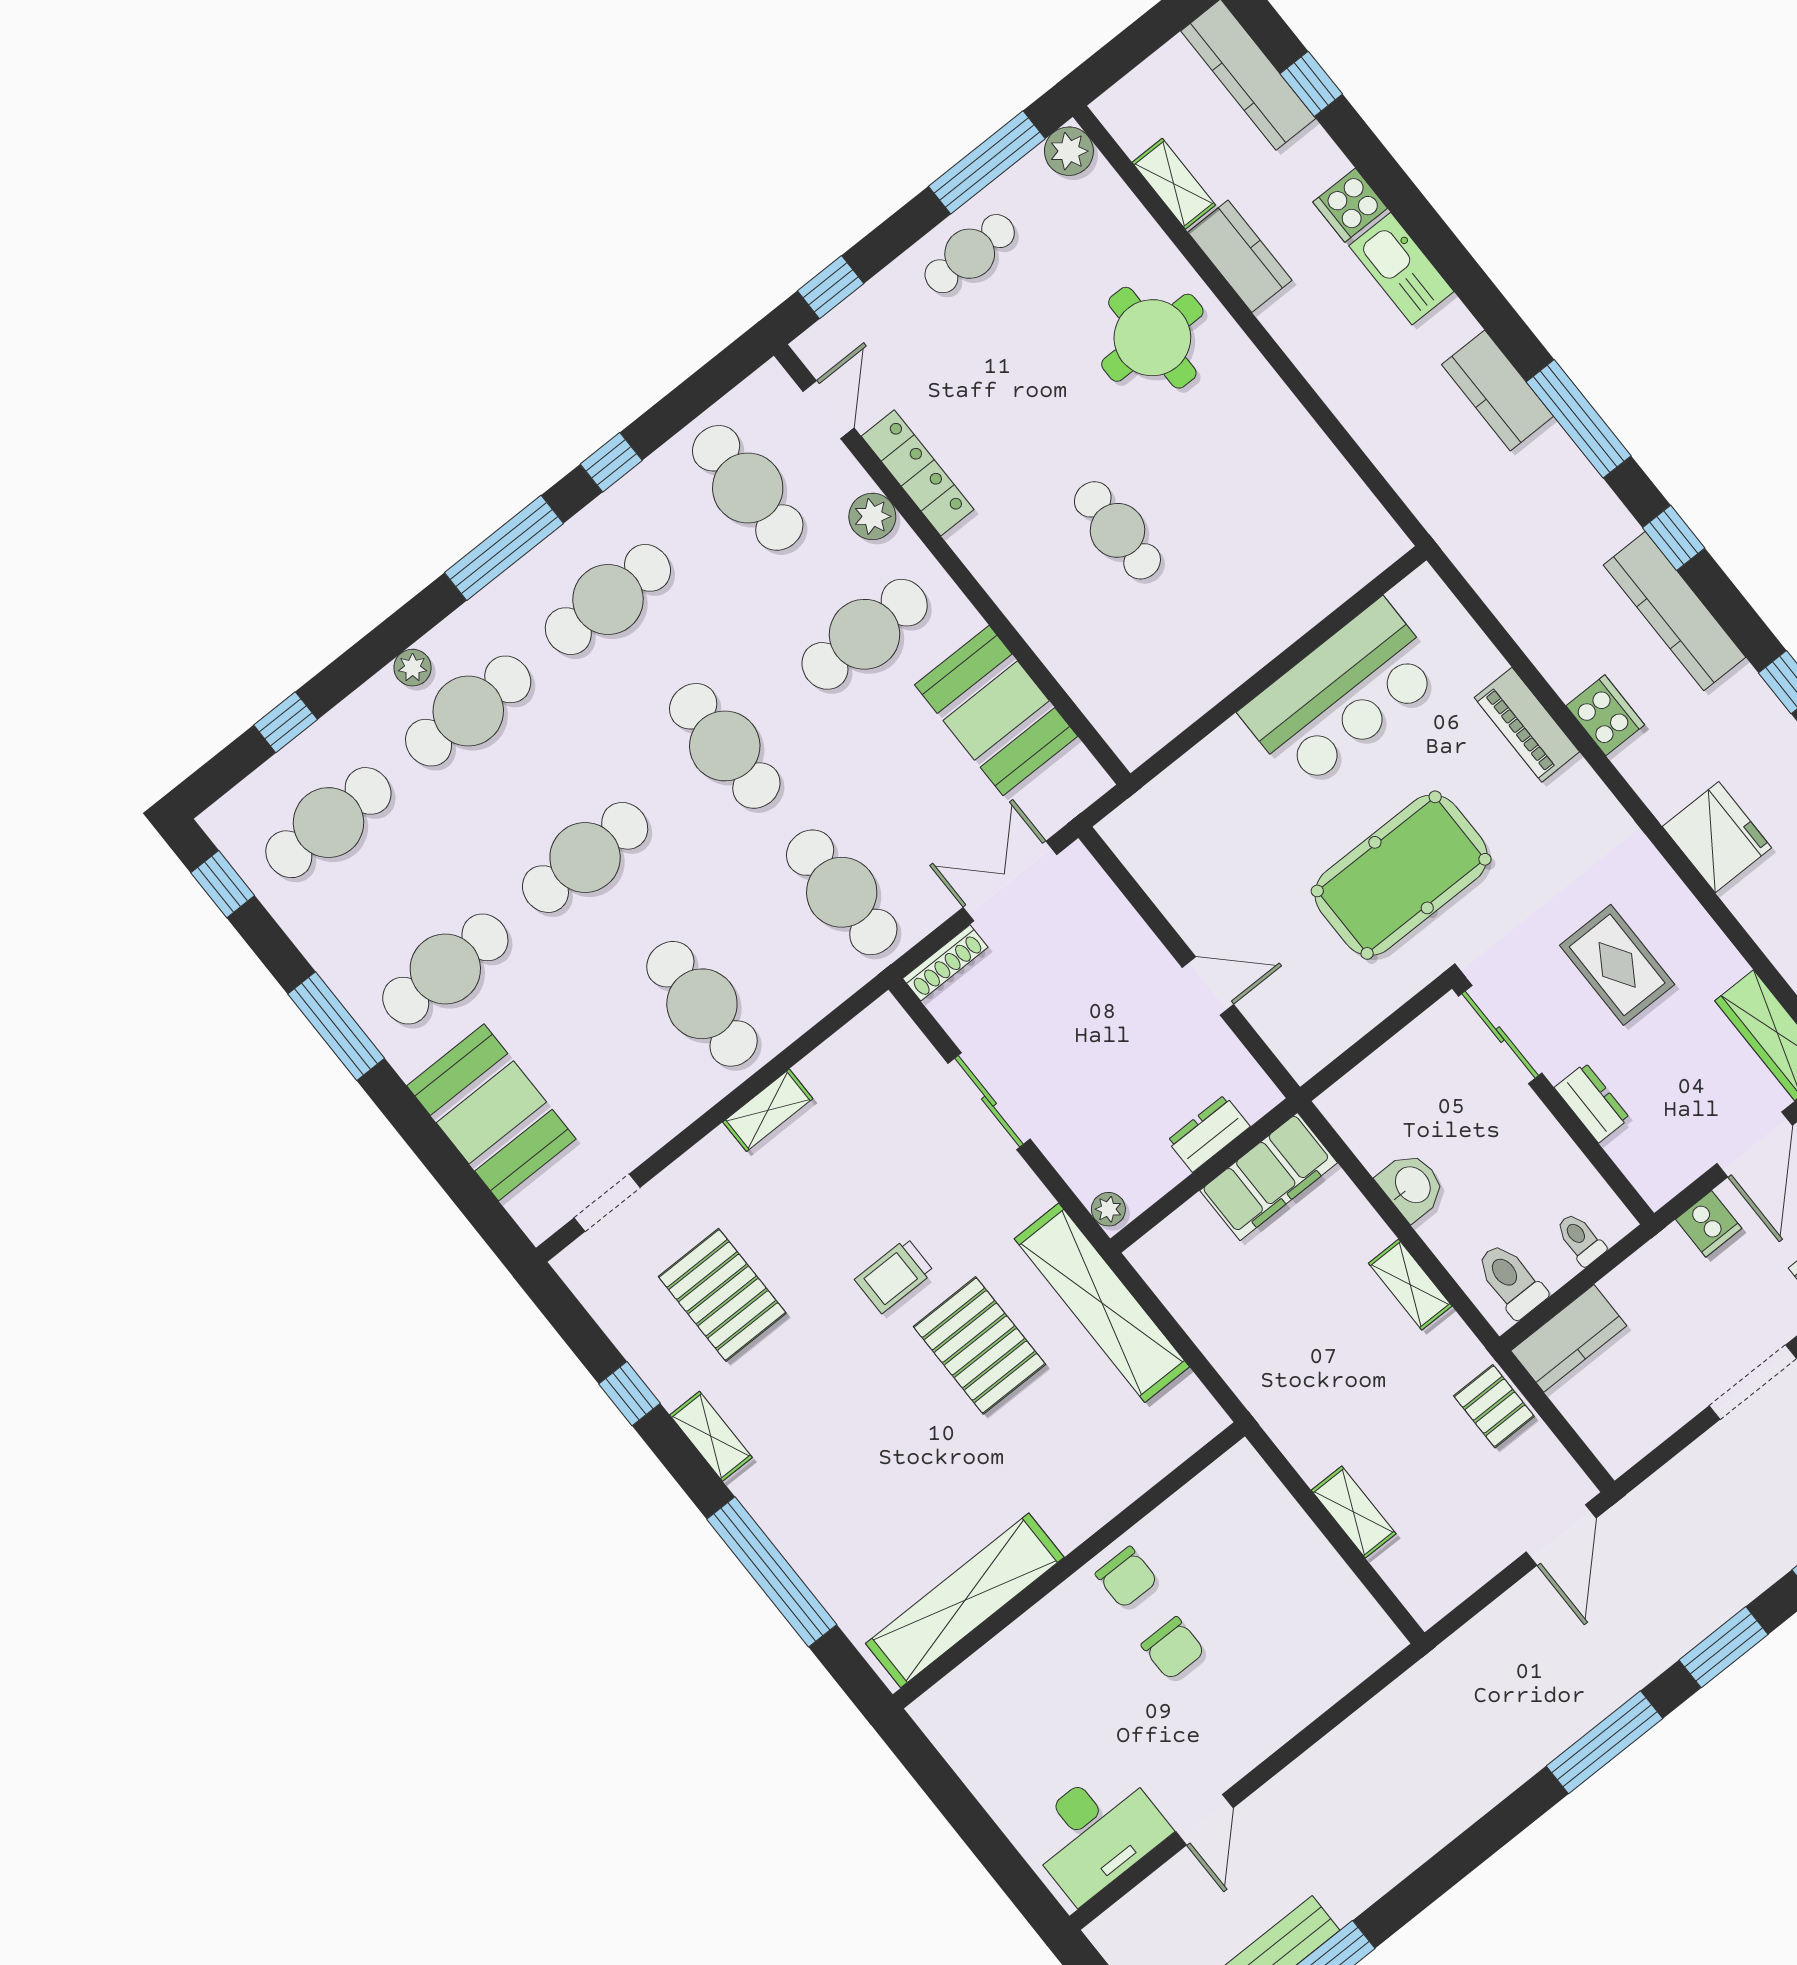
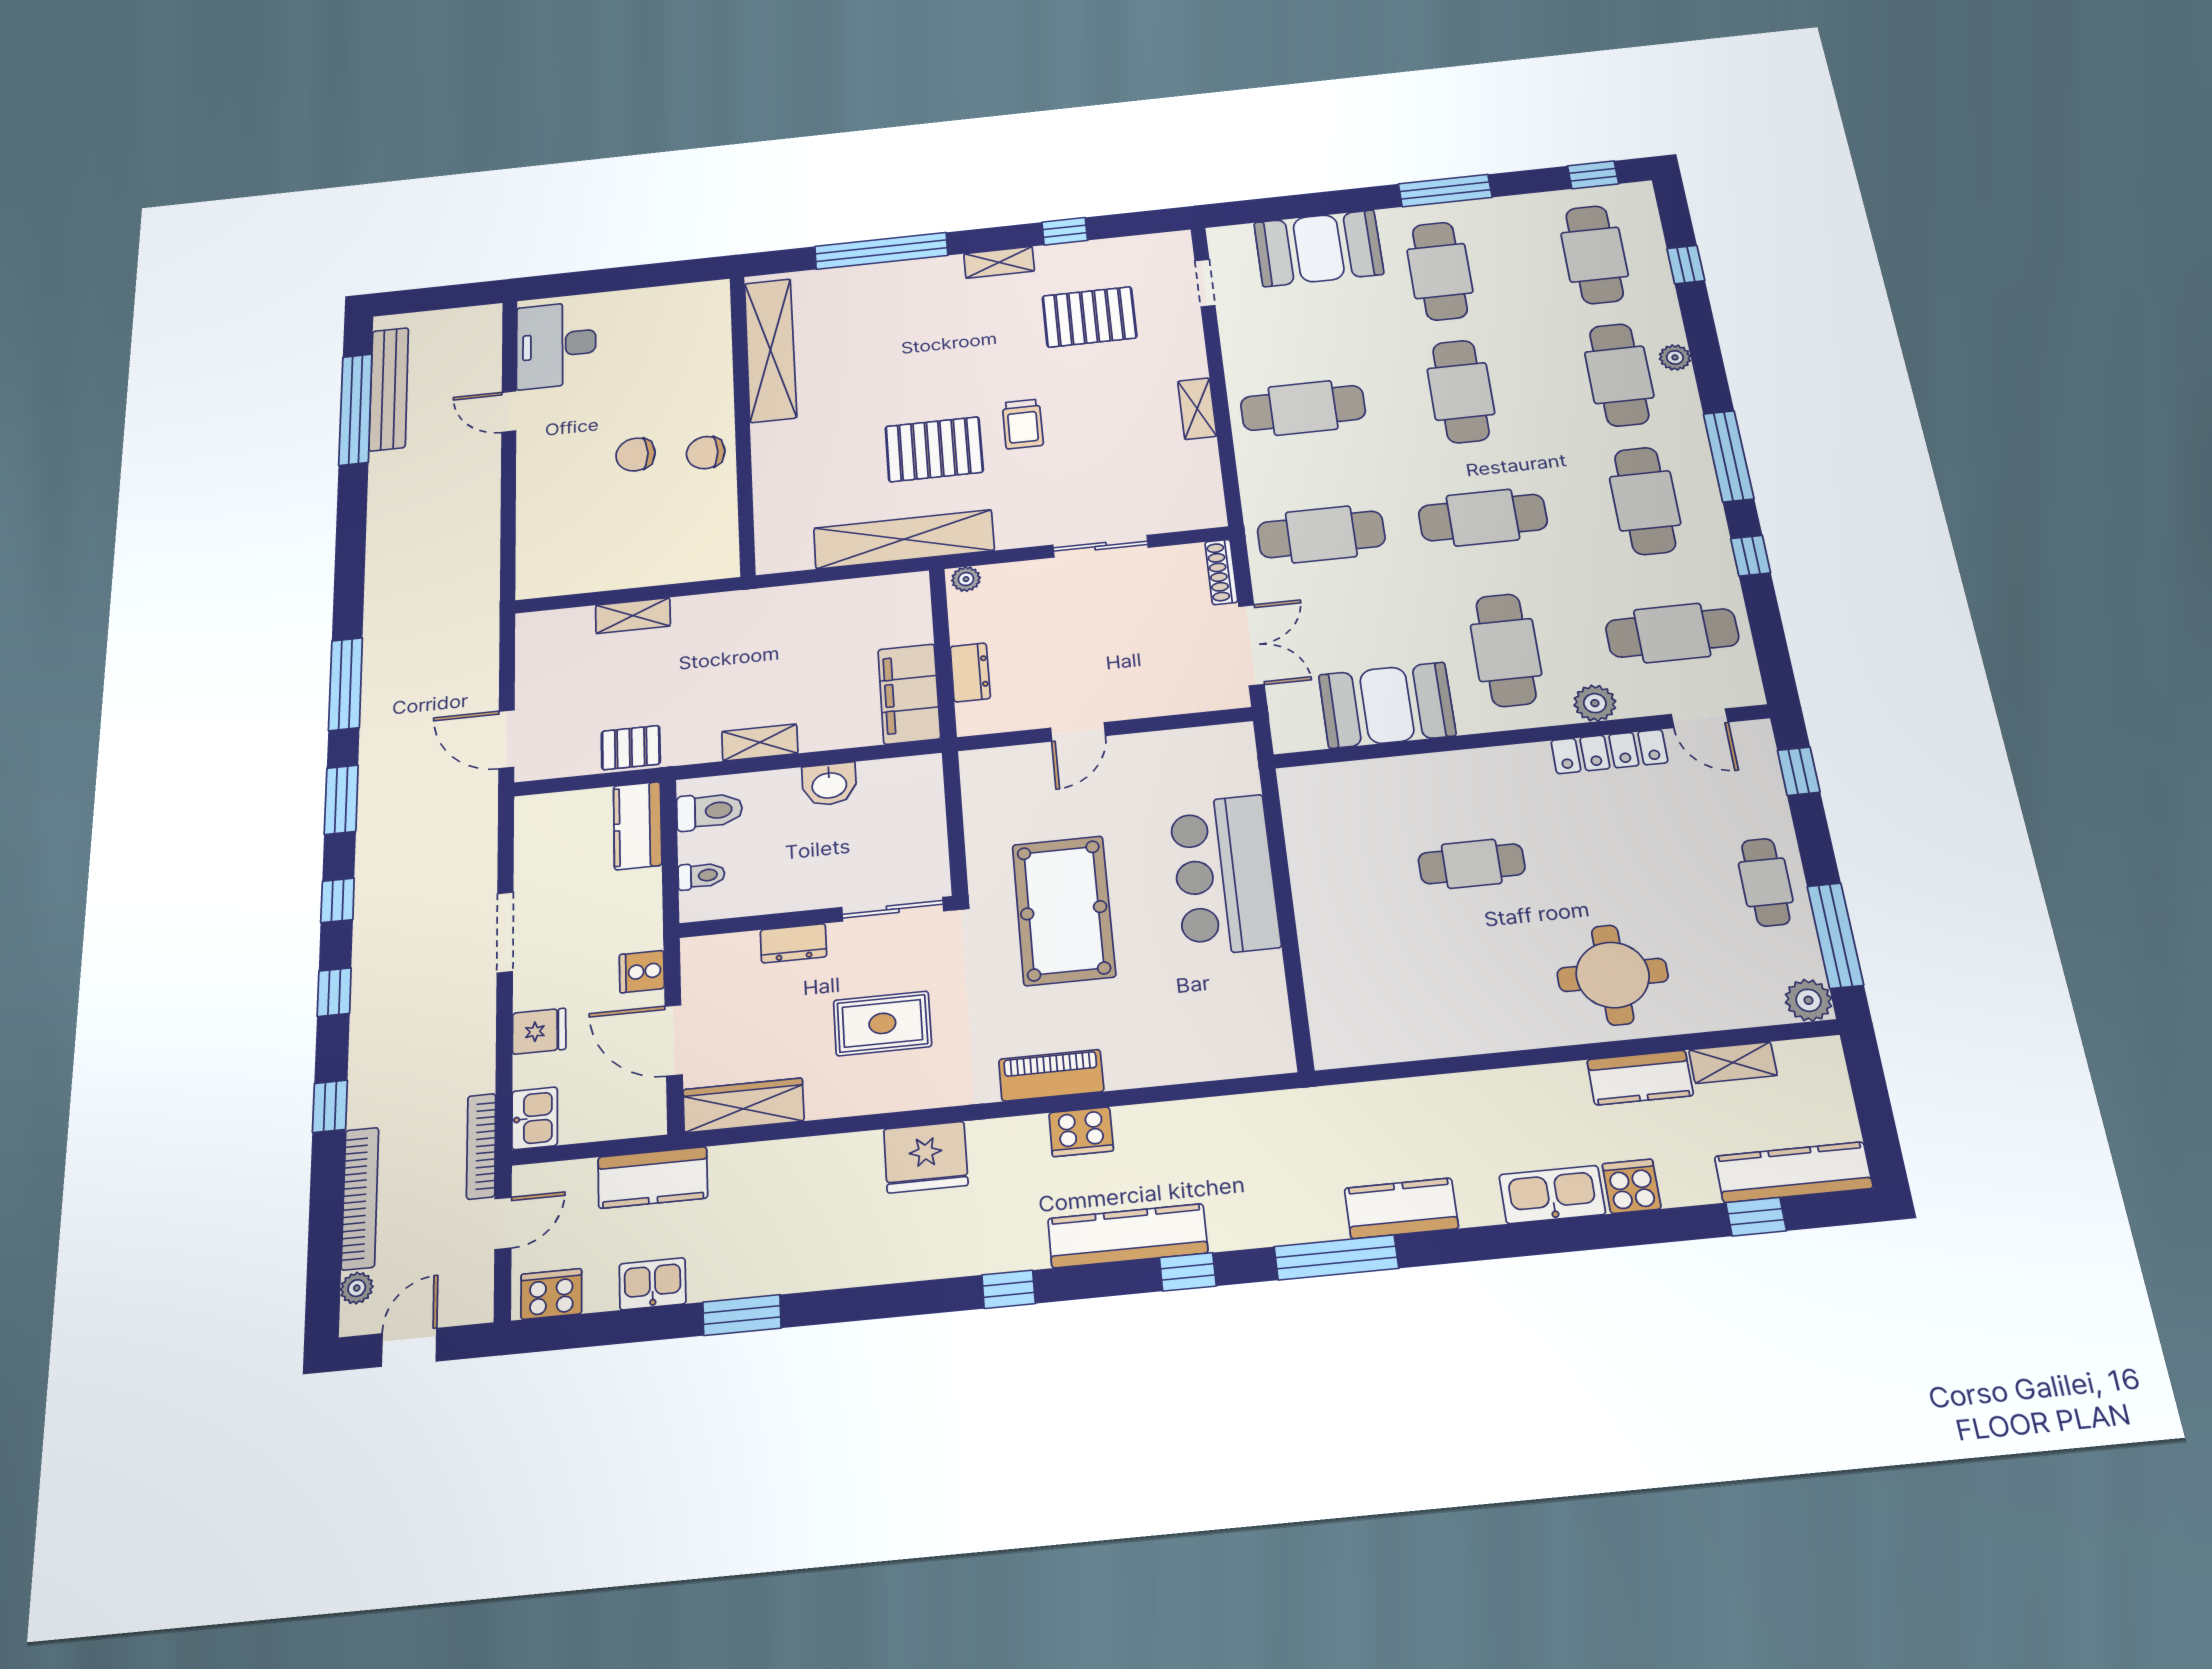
bar counter: (1342, 694) -> (1224, 875), moved
piano: (1527, 725) -> (1051, 1075), moved
trolley: (894, 1276) -> (1023, 424), turned 180

